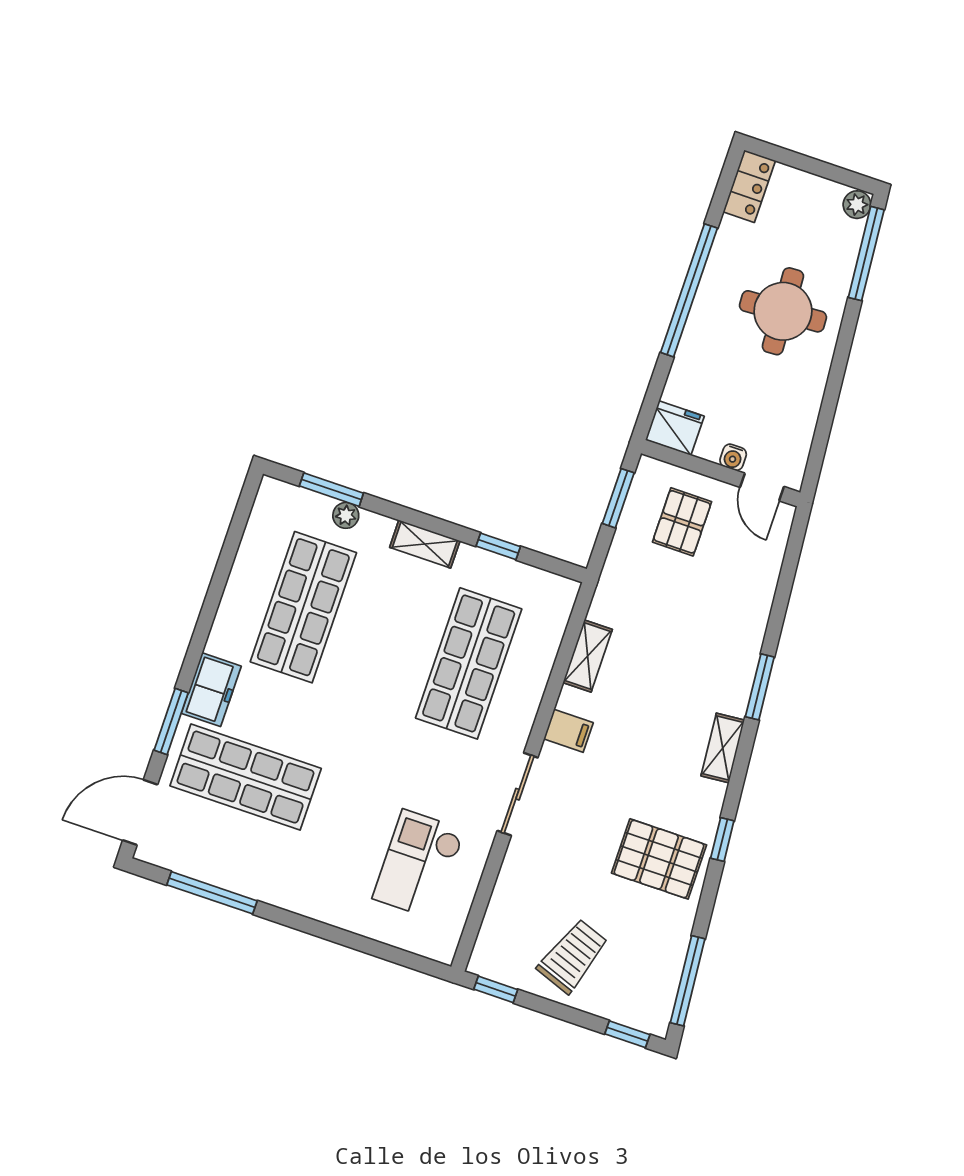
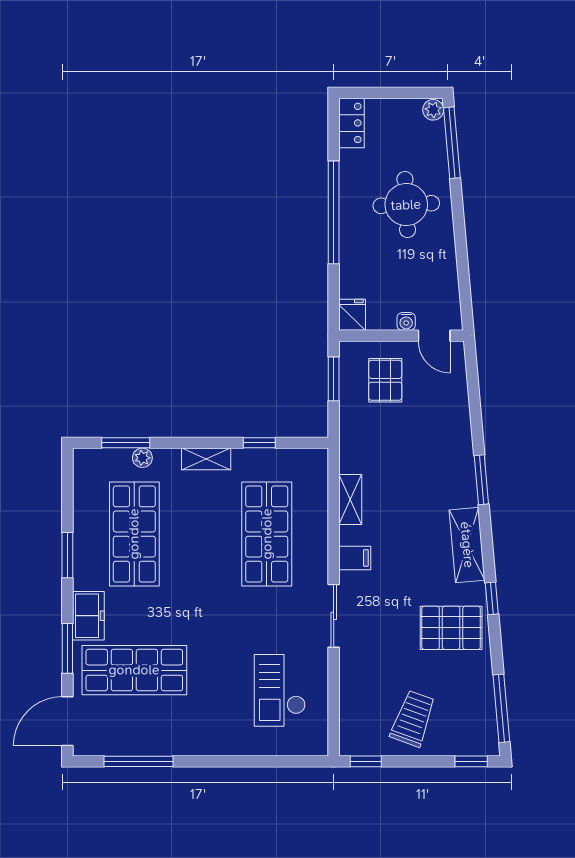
fridge: (675, 428) -> (352, 315), width x0.72
window: (211, 605) -> (67, 555), added
shelving: (723, 748) -> (467, 545), width x1.50, depth x1.33

